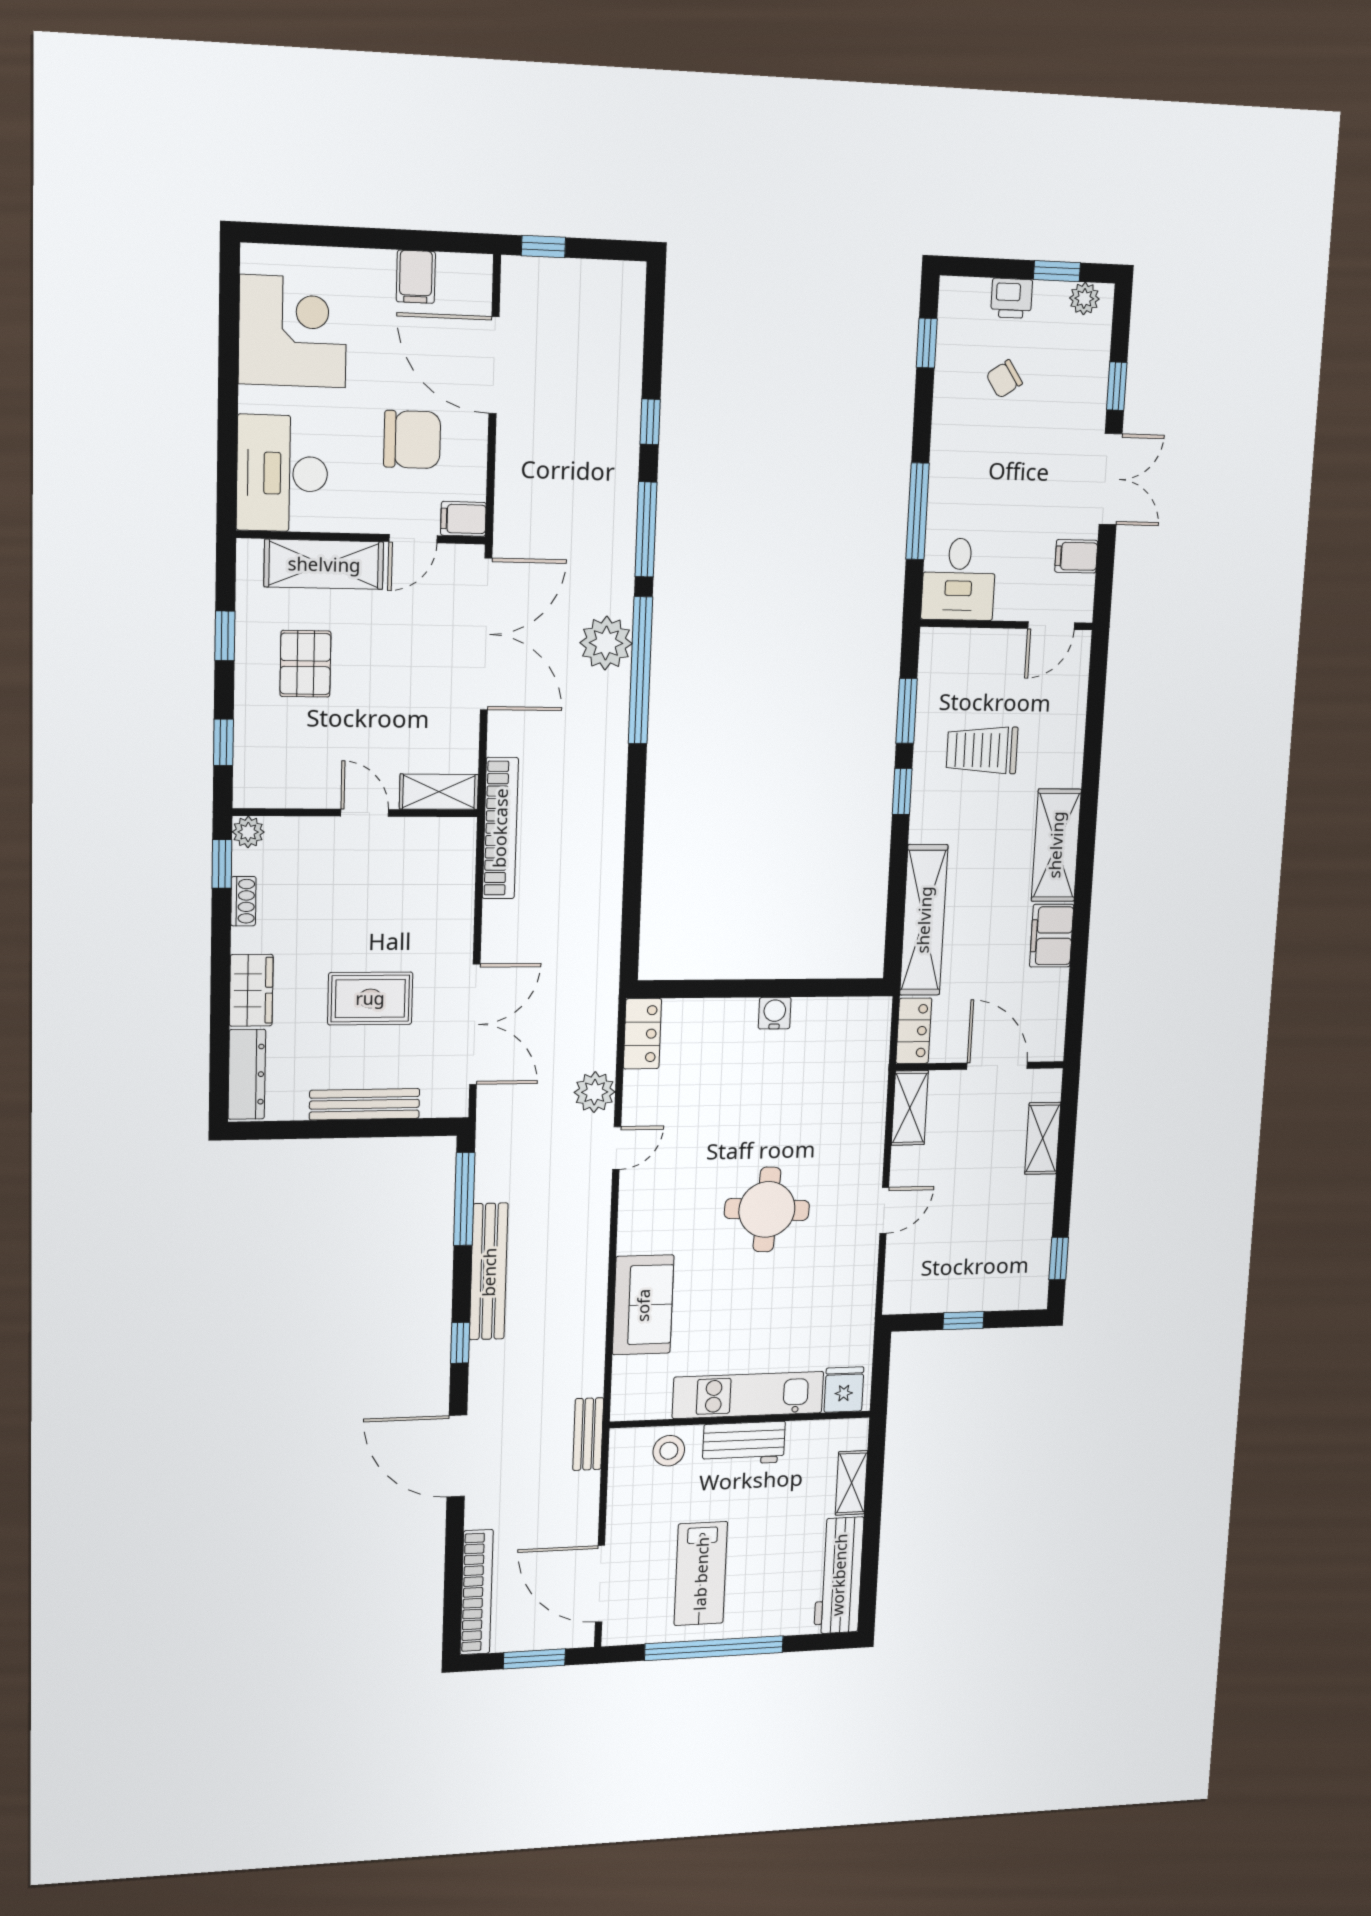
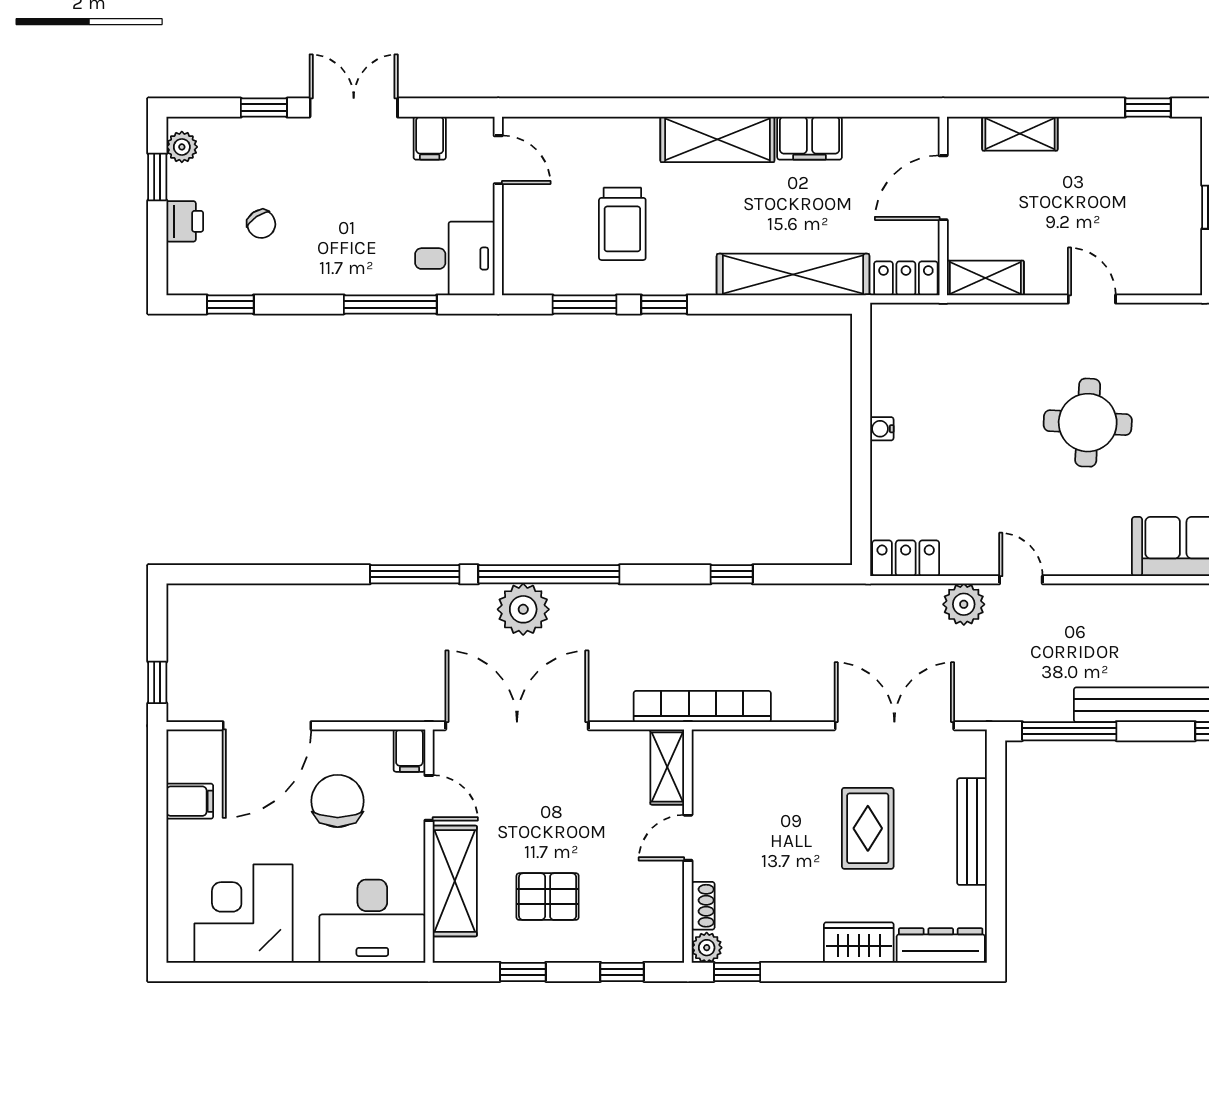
window: (650, 422) -> (732, 574), moved
shoe rack: (243, 901) -> (703, 906), moved, turned 90
water cooler: (775, 1013) -> (882, 429), width x0.72, depth x0.72

